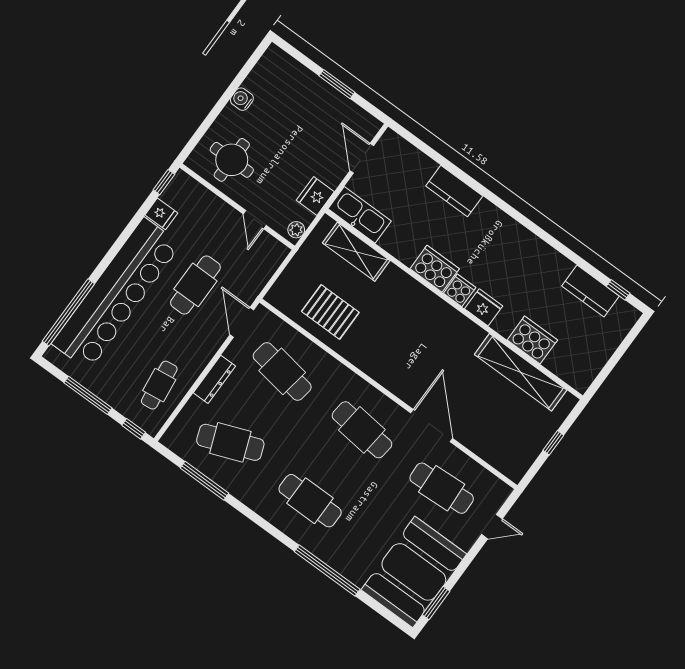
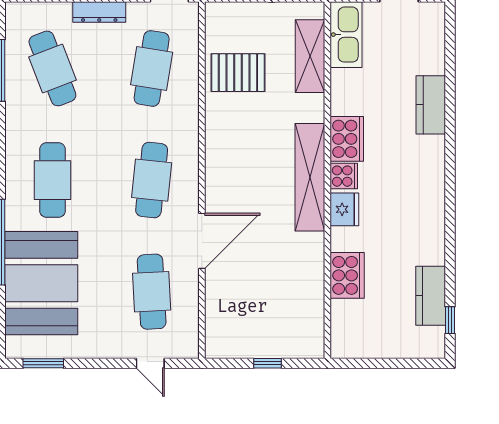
pallet: (330, 312) -> (238, 73), turned 90
shelving: (521, 372) -> (310, 177), moved
booth: (414, 572) -> (41, 283), moved, turned 90

